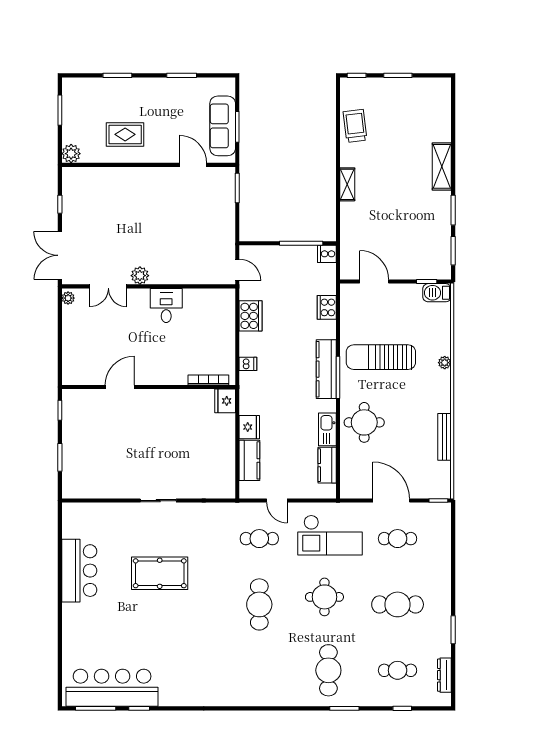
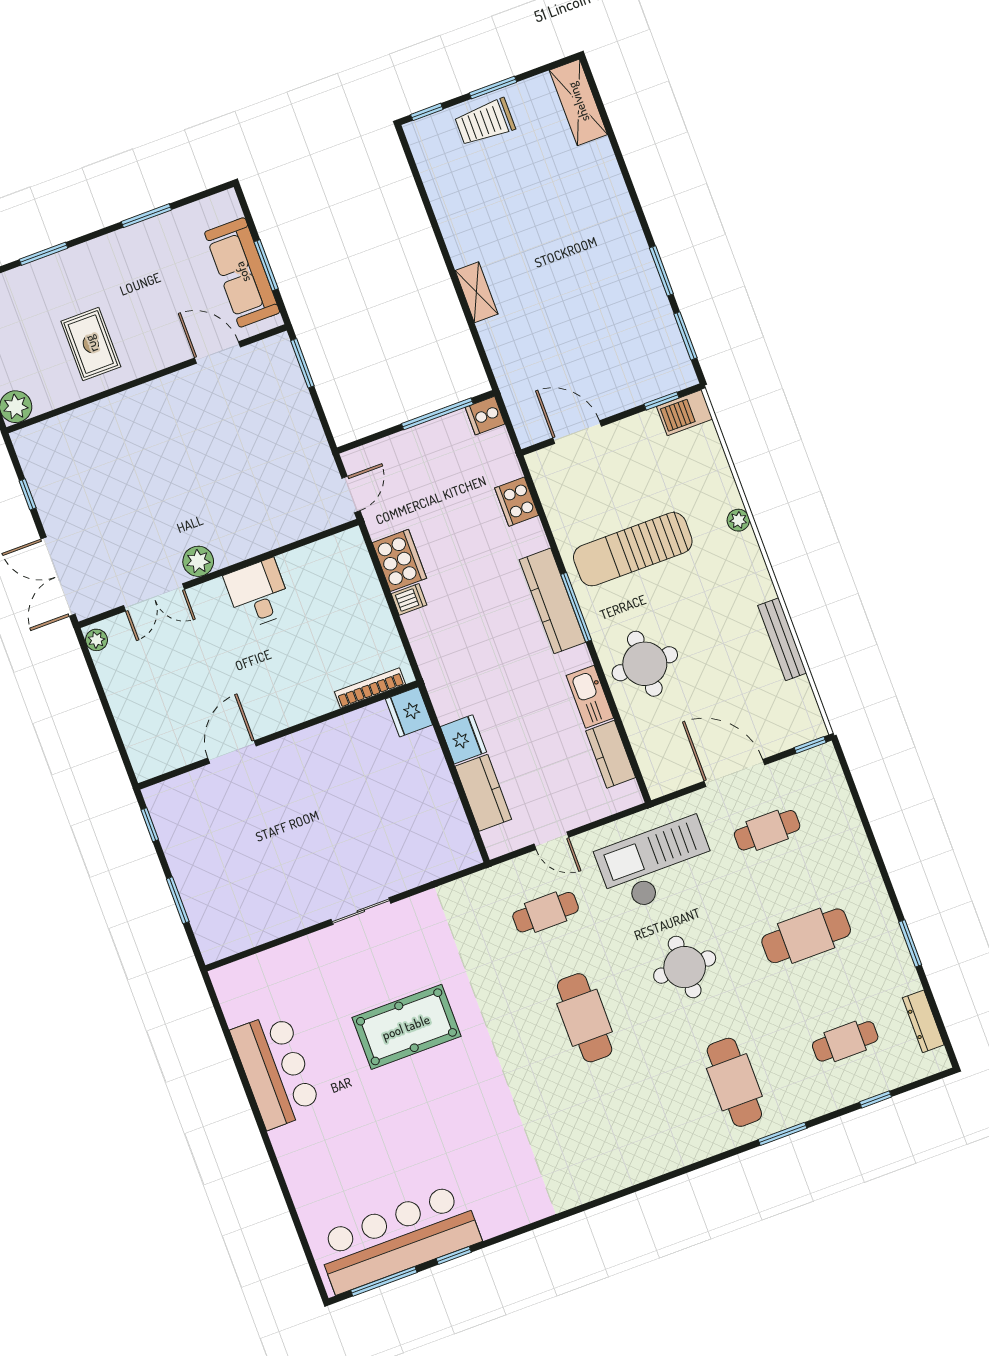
trolley: (355, 126) -> (485, 122), moved, turned -83
rug: (125, 134) -> (91, 344), turned 90
shelving: (442, 166) -> (578, 102), moved
door: (237, 270) -> (351, 494), hinge flipped
dishwasher: (248, 364) -> (409, 599), moved
checkout: (330, 535) -> (657, 865), turned 180

